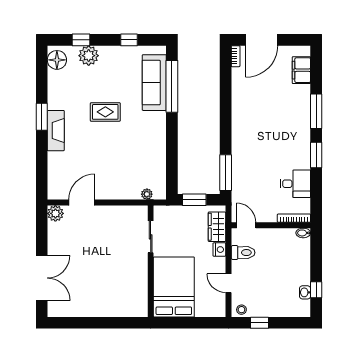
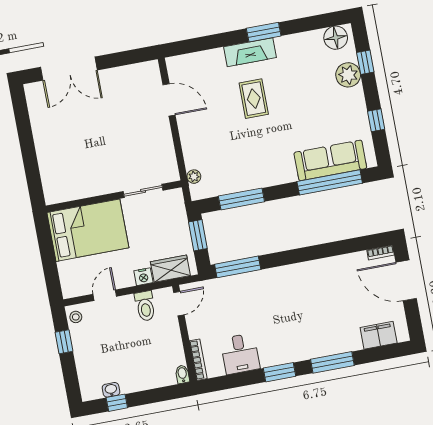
rug: (105, 112) -> (254, 99), moved
window: (172, 159) -> (241, 199), added
plant: (55, 213) -> (150, 71), removed

